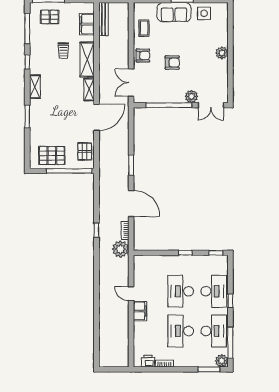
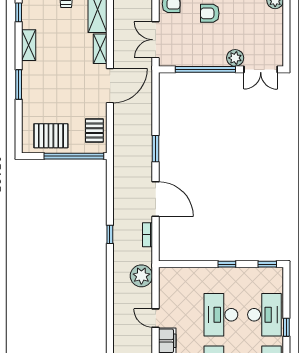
armchair: (172, 63) -> (210, 13), turned 180
plant: (120, 249) -> (141, 276), moved

